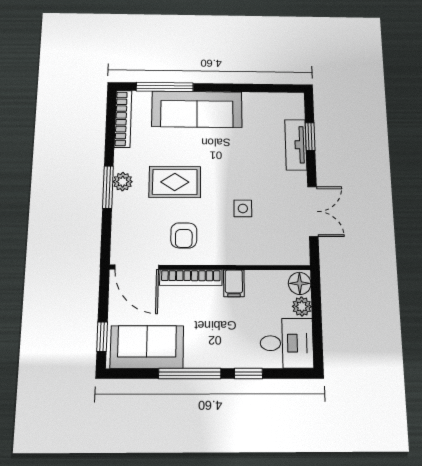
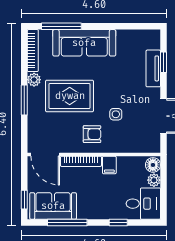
plant: (123, 182) -> (34, 80), moved
rug: (175, 182) -> (70, 96), width x1.36, depth x1.43
armchair: (184, 235) -> (92, 134), moved, turned -90
window: (190, 374) -> (67, 223), moved

